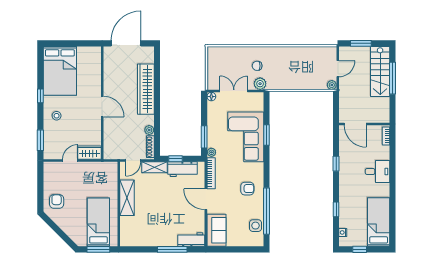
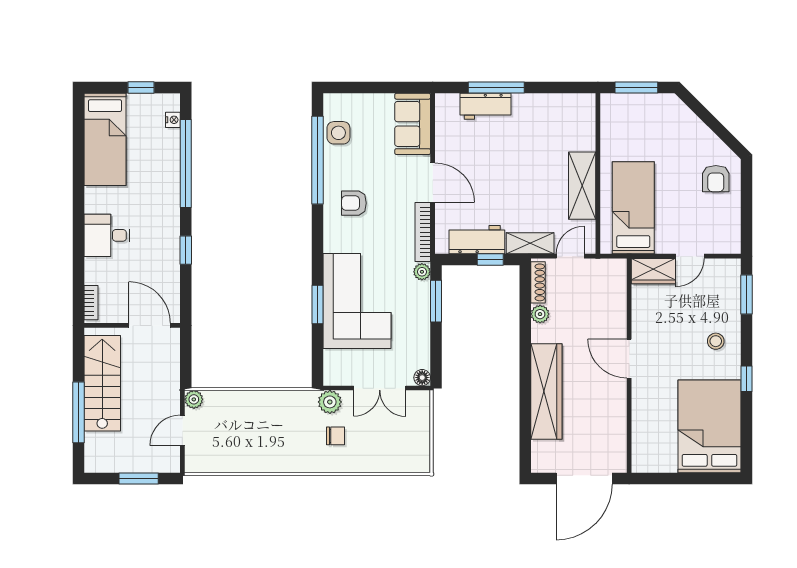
stairs: (380, 72) -> (102, 383), moved
window: (336, 209) -> (186, 163), width x3.17
bed: (98, 222) -> (633, 208), moved, turned 180
workbench: (191, 240) -> (486, 106), moved

